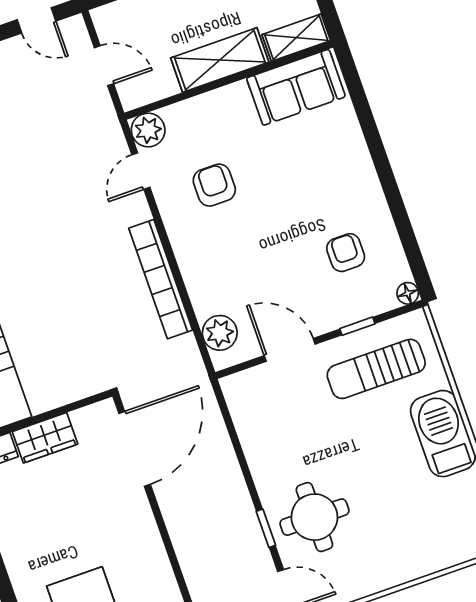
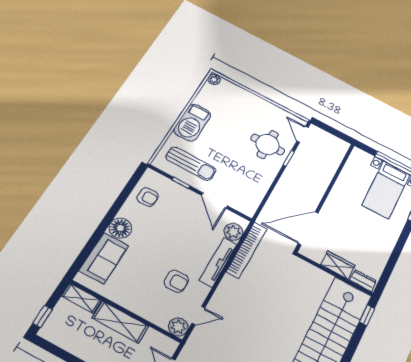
sofa: (296, 87) -> (104, 258), moved, turned 90
armchair: (214, 185) -> (176, 281), turned -90
armchair: (346, 253) -> (148, 197), moved, turned -90
tv unit: (193, 269) -> (218, 262), added
bookcase: (161, 279) -> (247, 250), moved
floor lamp: (408, 293) -> (120, 228), moved, width x1.89, depth x1.89

